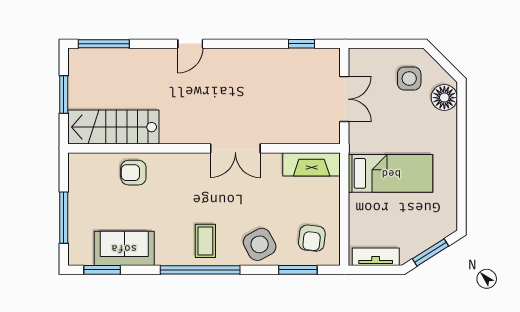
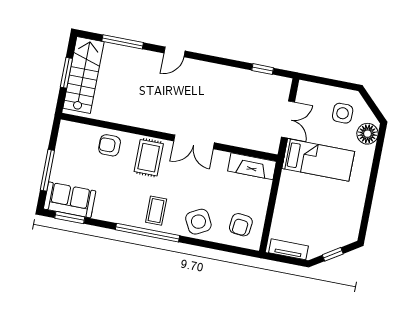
window: (104, 44) -> (123, 42), moved
stairs: (113, 127) -> (83, 75), moved, turned 90
bed: (391, 173) -> (318, 160), moved
rug: (184, 178) -> (149, 158), added
sofa: (124, 248) -> (70, 200), moved
window: (431, 252) -> (333, 254), width x0.67
window: (298, 270) -> (225, 248), removed

